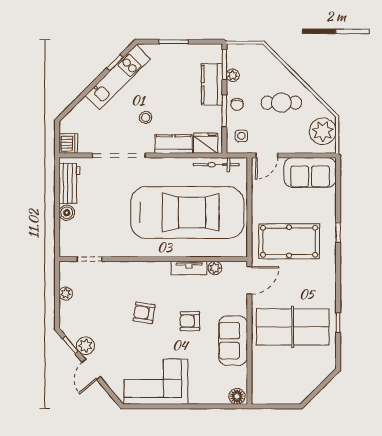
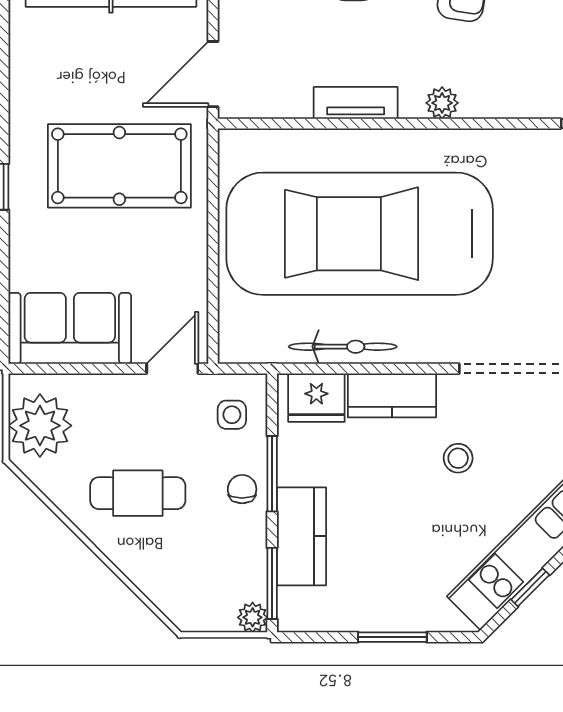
plant: (233, 75) -> (253, 617), moved
bicycle: (216, 165) -> (343, 347), moved
plant: (215, 268) -> (442, 103), moved

